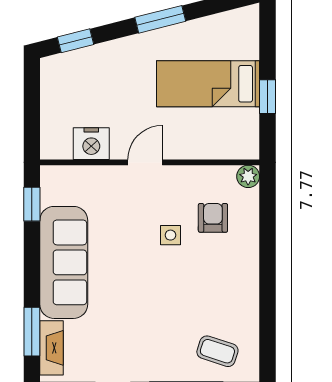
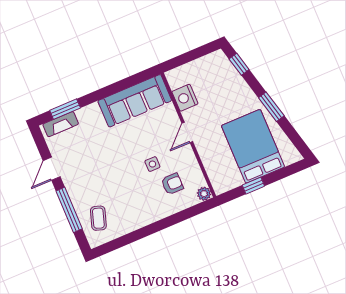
bed: (208, 84) -> (253, 146), width x1.50
door: (145, 162) -> (187, 132), swing flipped
window: (32, 204) -> (137, 79), removed
sofa: (64, 262) -> (135, 101), moved

